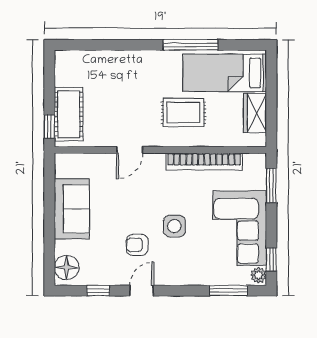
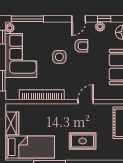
rug: (183, 113) -> (83, 141), moved
plant: (105, 277) -> (100, 27), added
window: (229, 291) -> (27, 19), width x1.44

